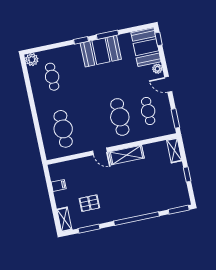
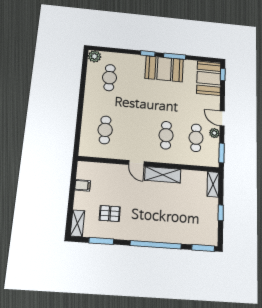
plant: (157, 69) -> (214, 133), moved
cafe table: (120, 117) -> (166, 135), width x0.73, depth x0.74
cafe table: (63, 129) -> (105, 130), width x0.73, depth x0.74

